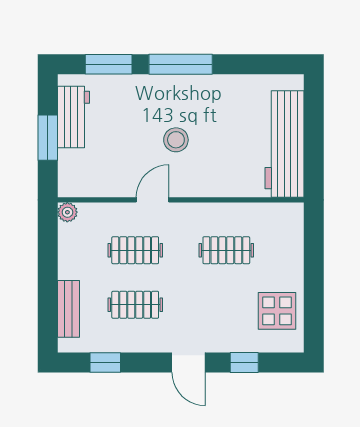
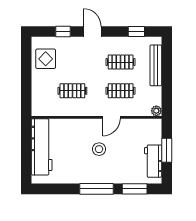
bench: (68, 309) -> (156, 65), width x1.36

